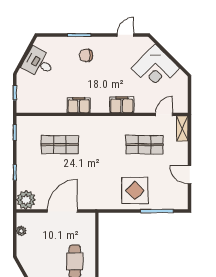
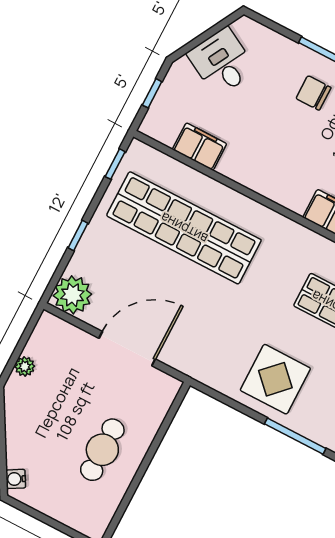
filing cabinet: (79, 105) -> (200, 147), moved
shop shelf: (60, 145) -> (184, 228), width x2.00, depth x1.36
plant: (21, 231) -> (25, 366), moved

